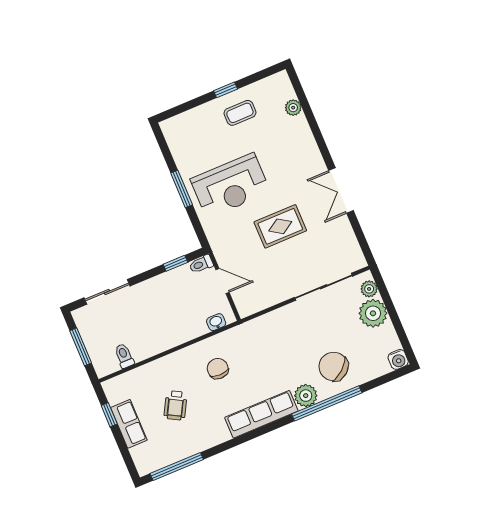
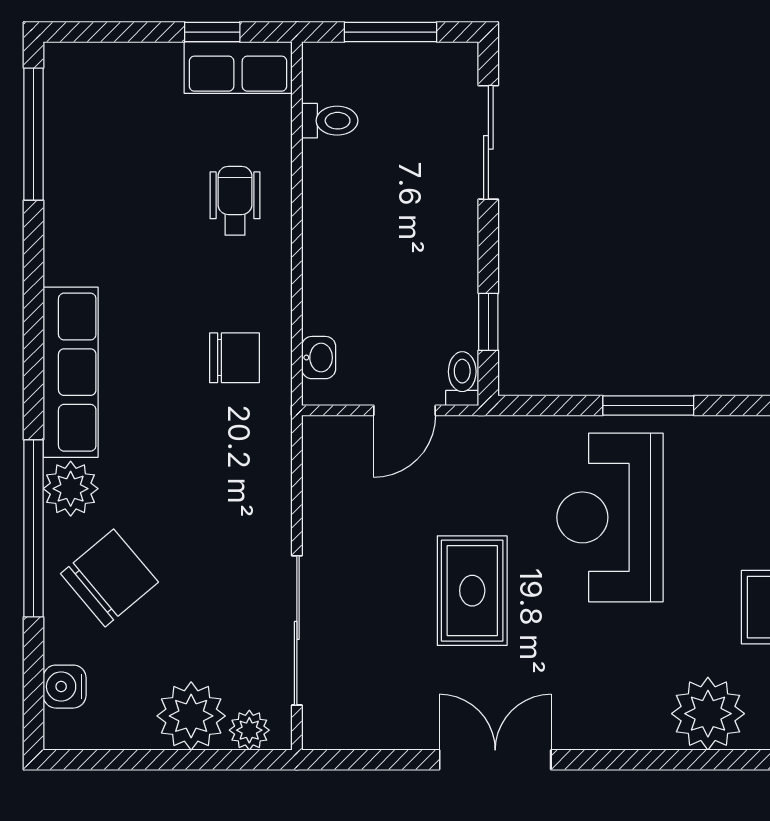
plant: (293, 108) -> (708, 714), width x1.88, depth x1.88
water cooler: (398, 359) -> (65, 687), moved
chair: (218, 369) -> (234, 358), moved
wheelchair: (175, 405) -> (235, 201), moved, turned 61
row of seats: (129, 424) -> (238, 67), moved

